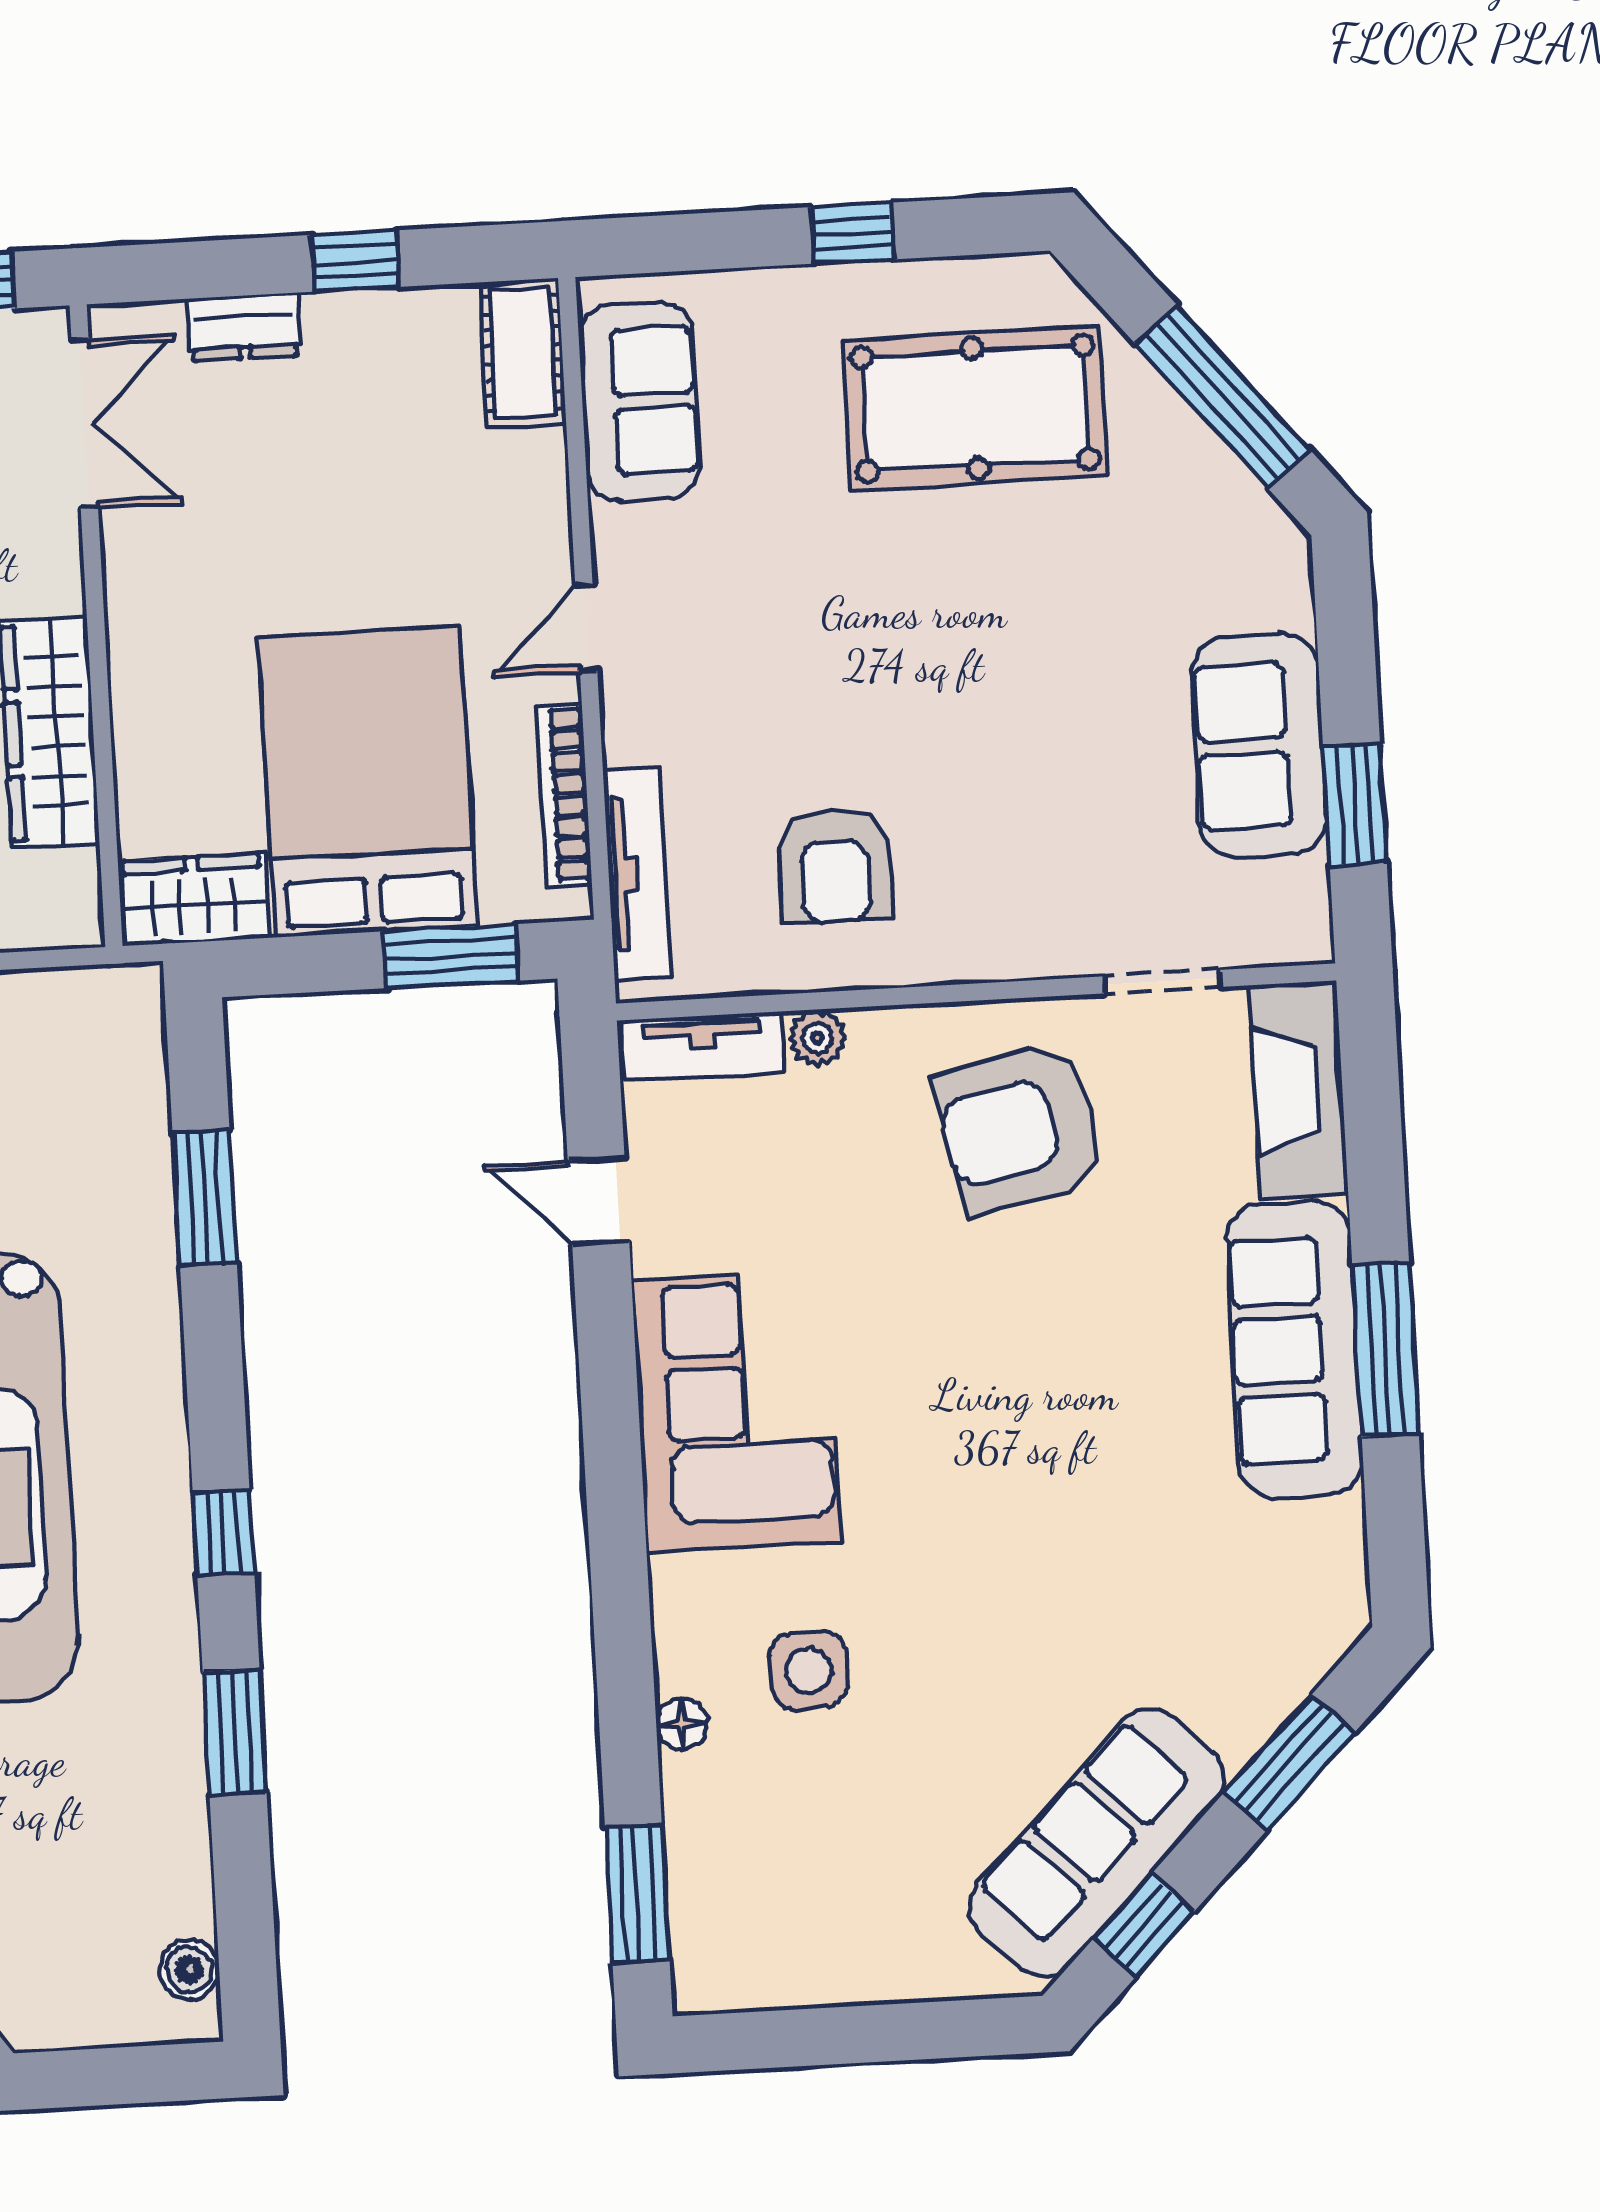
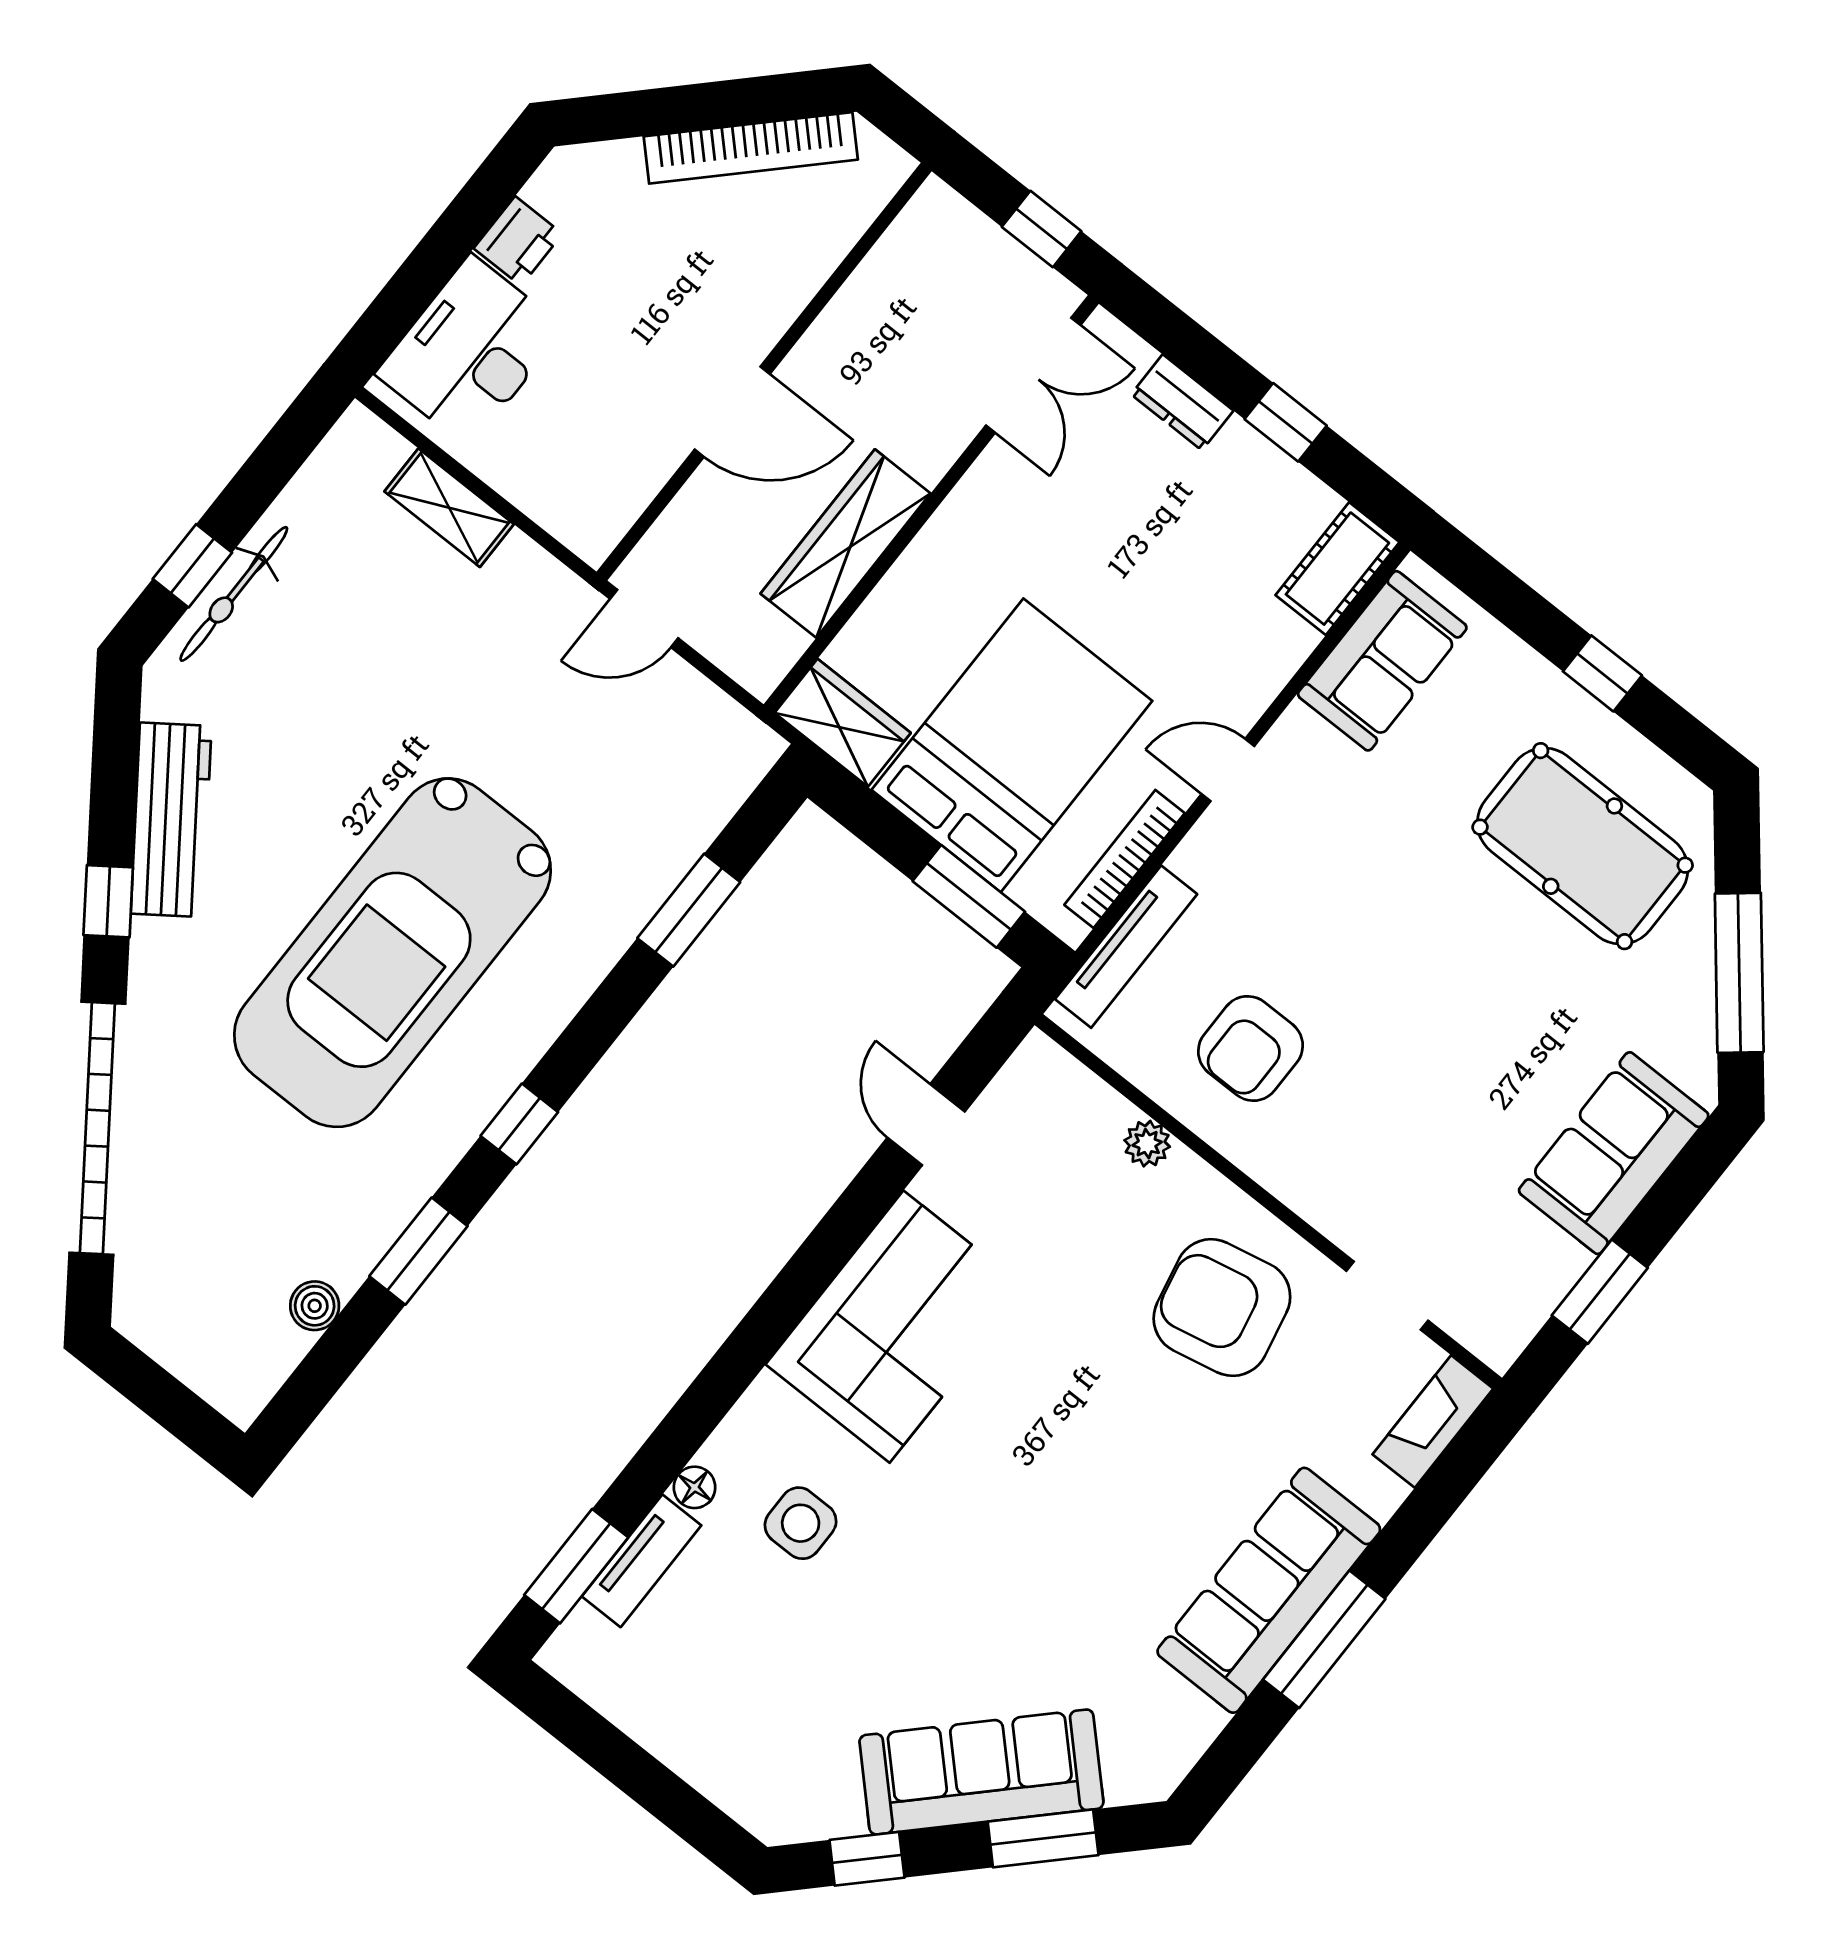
sofa: (1259, 745) -> (1614, 1153), moved
tv unit: (703, 1046) -> (642, 1561), moved, turned -90
fireplace: (1298, 1089) -> (1433, 1422), width x0.73, depth x0.76
sofa: (1097, 1843) -> (981, 1772), moved
boiler: (189, 1970) -> (315, 1306), moved

